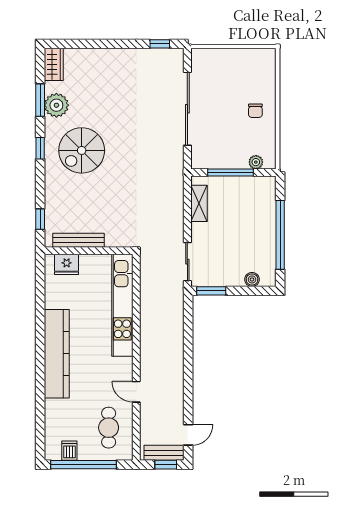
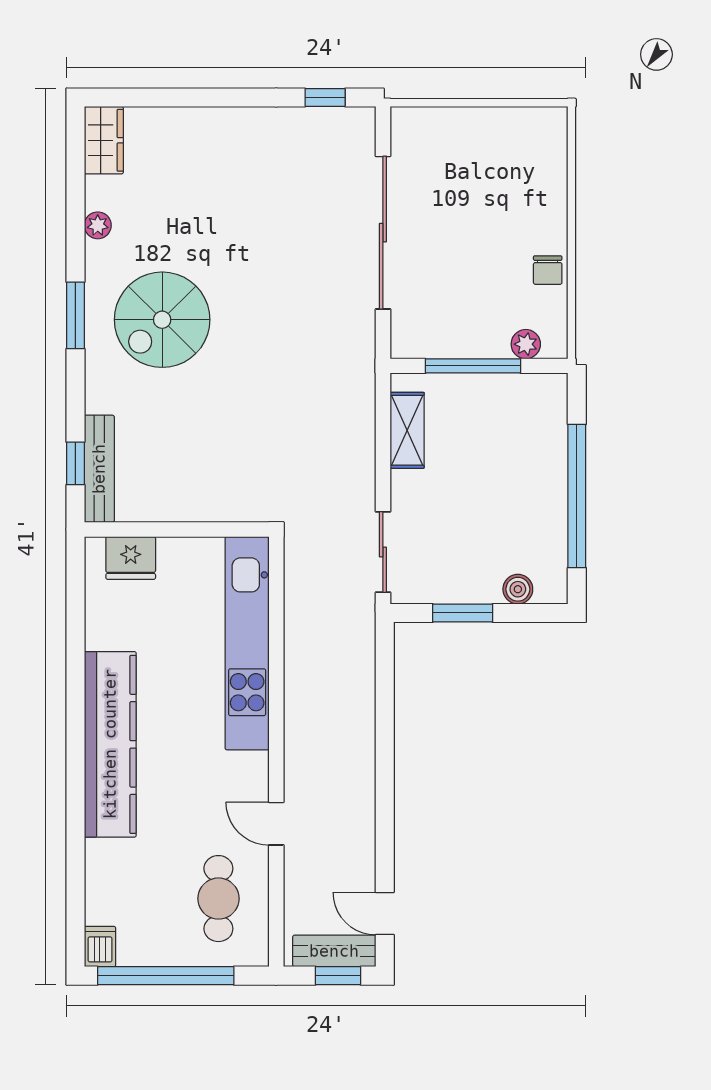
window: (40, 100) -> (75, 215), removed
plant: (56, 105) -> (98, 225), width x0.53, depth x0.53
chair: (255, 111) -> (548, 270), moved
window: (40, 148) -> (75, 315), width x1.50
bench: (79, 240) -> (99, 469), moved, turned 90
window: (211, 291) -> (463, 613), moved
door: (188, 435) -> (385, 914), swing flipped
dishwasher: (69, 451) -> (100, 947), moved

